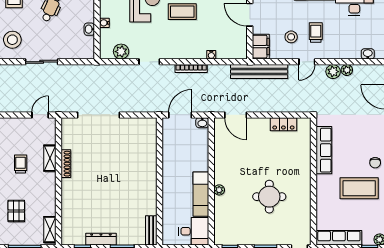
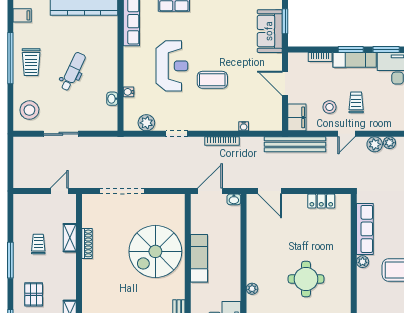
spiral stairs: (129, 171) -> (155, 251), added
plant: (322, 181) -> (363, 262), added
plant: (219, 190) -> (252, 289), moved
exam couch: (201, 194) -> (199, 258), moved, turned 180

